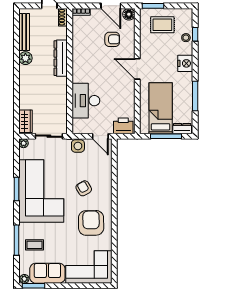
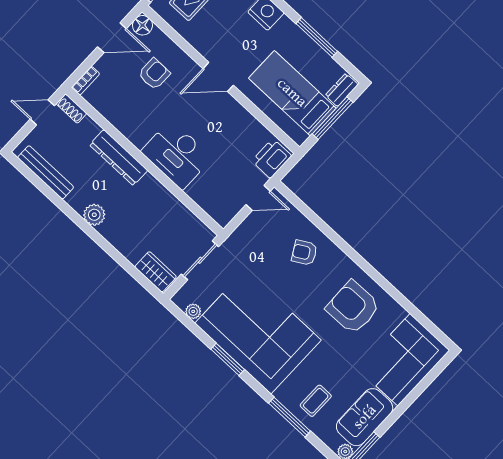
plant: (25, 58) -> (94, 215), moved
desk: (86, 101) -> (177, 155), moved
plant: (24, 143) -> (193, 311), moved
side table: (78, 146) -> (245, 236), removed
armchair: (84, 188) -> (304, 253), moved

